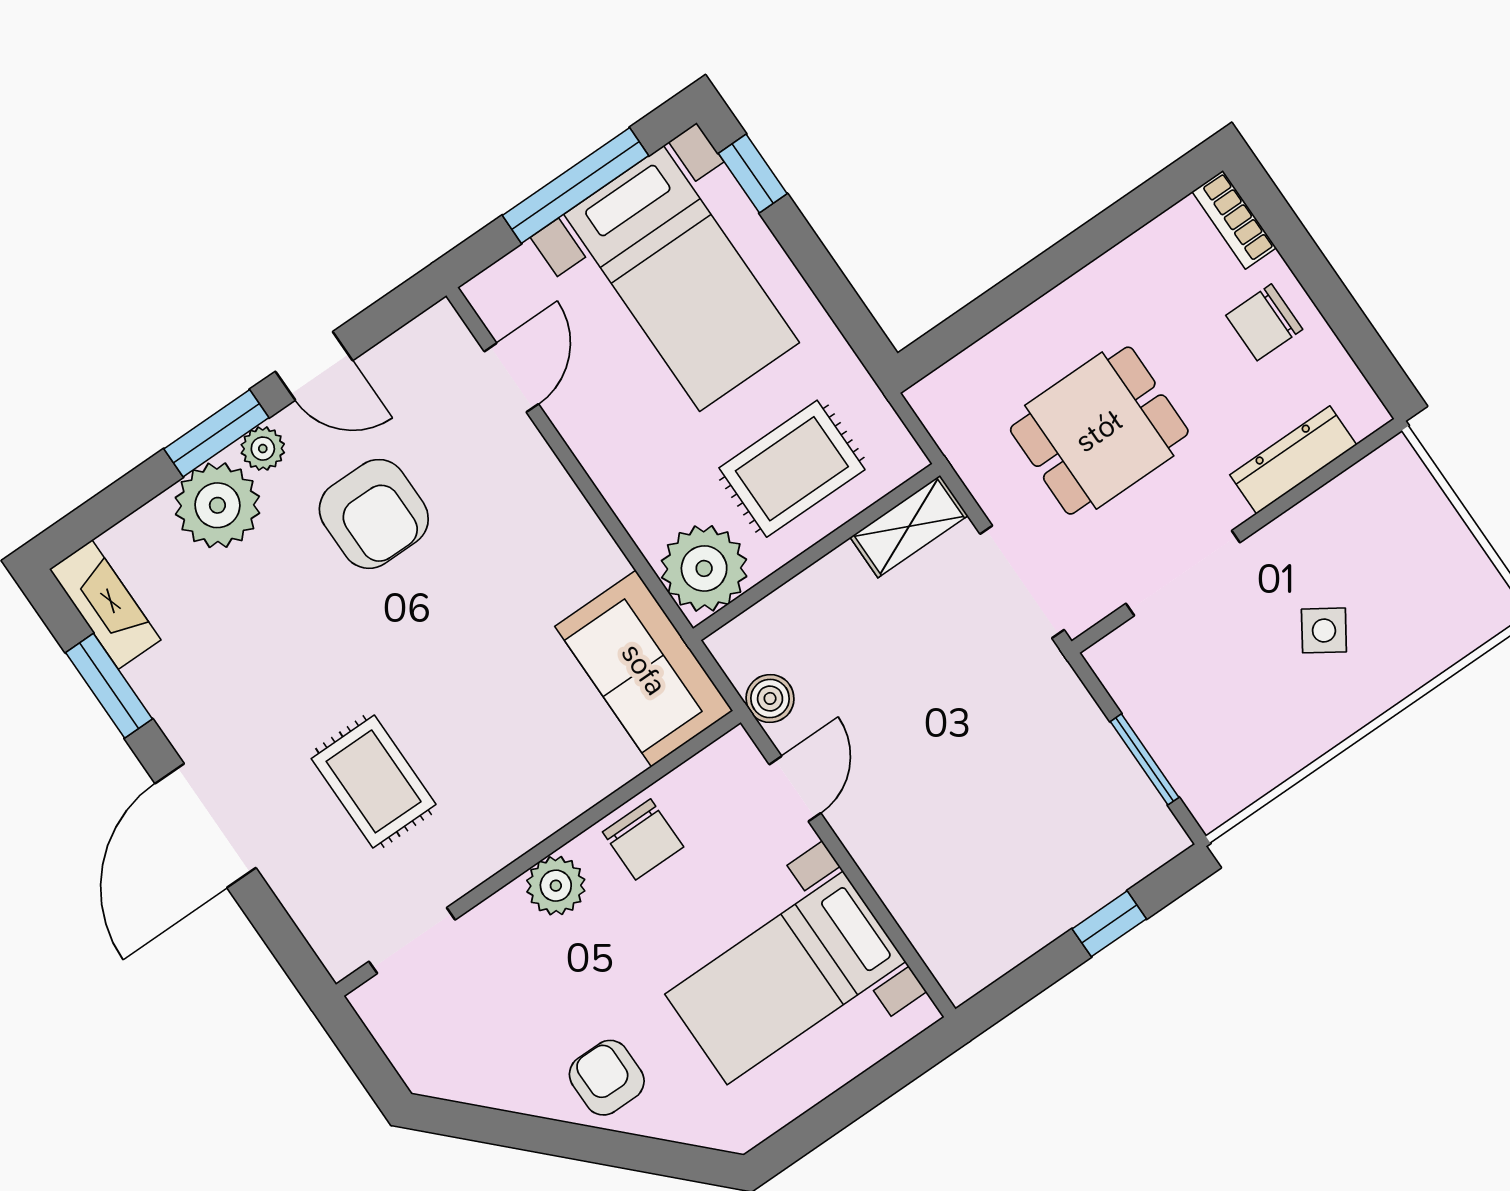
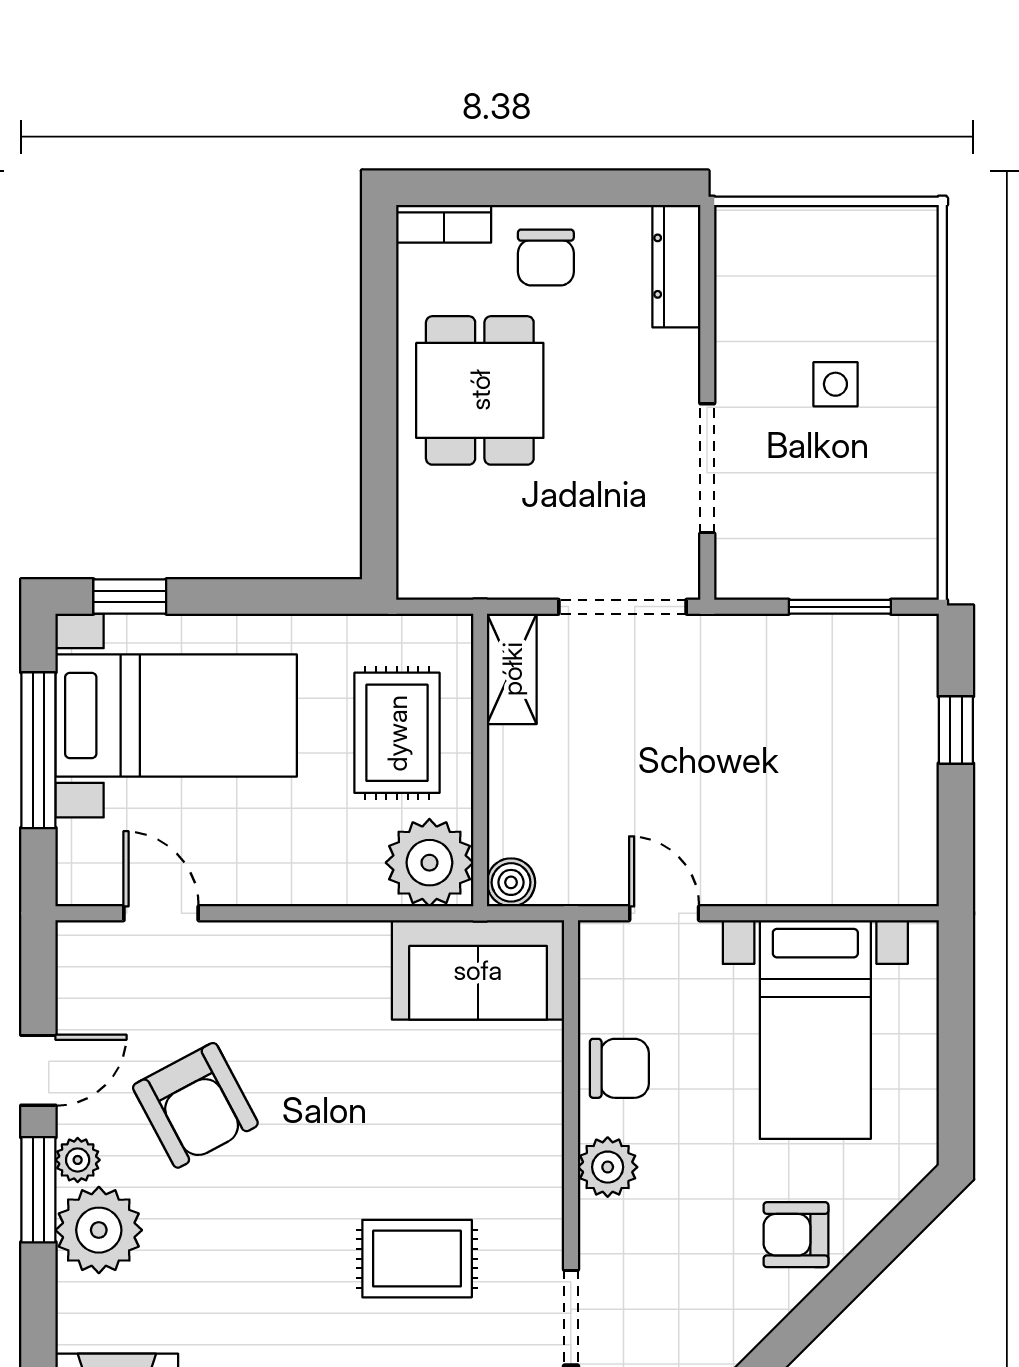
dining table: (1099, 431) -> (480, 390), moved
dresser: (1293, 460) -> (676, 266), moved
armchair: (374, 514) -> (195, 1105), turned 62
side table: (1324, 630) -> (835, 384), turned -33
boiler: (770, 698) -> (511, 882), moved

